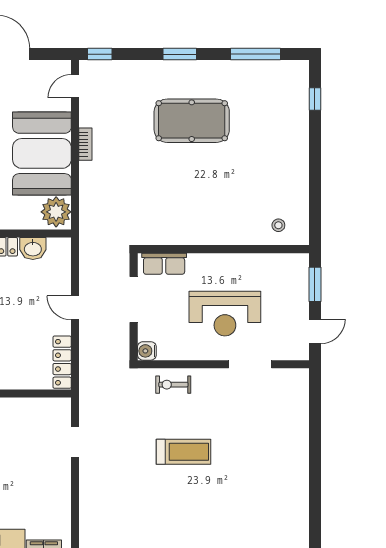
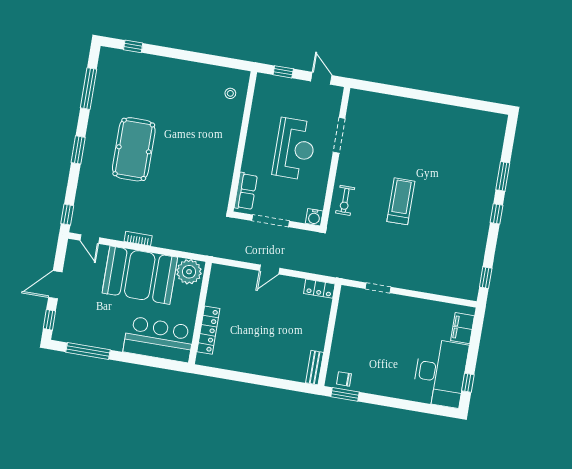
washbasin: (33, 248) -> (216, 296), removed
window: (315, 284) -> (283, 72), width x0.67
locker: (62, 362) -> (319, 289), width x0.66

